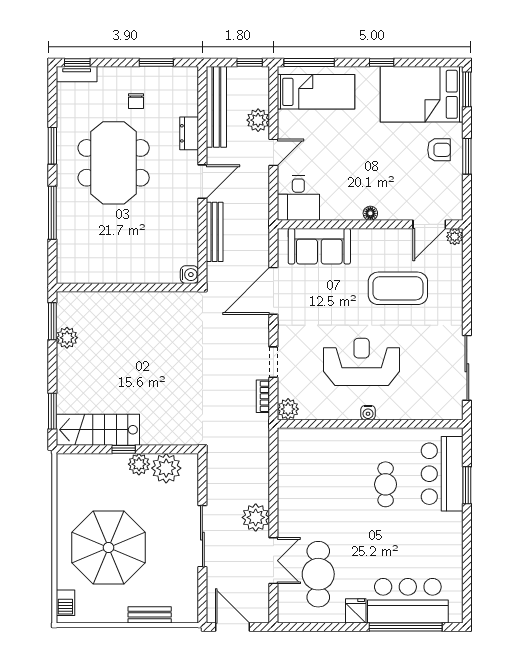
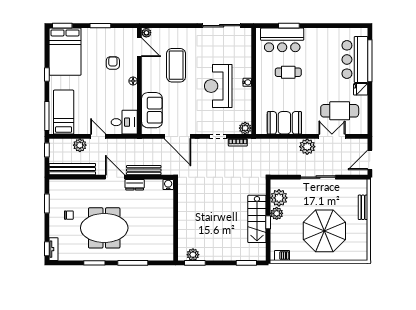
dresser: (189, 133) -> (135, 185), moved
armchair: (439, 150) -> (113, 63), moved
plant: (67, 338) -> (193, 255), moved
stairs: (98, 430) -> (257, 219), moved
booth: (297, 478) -> (284, 123), added
barbecue: (65, 603) -> (282, 255), moved

